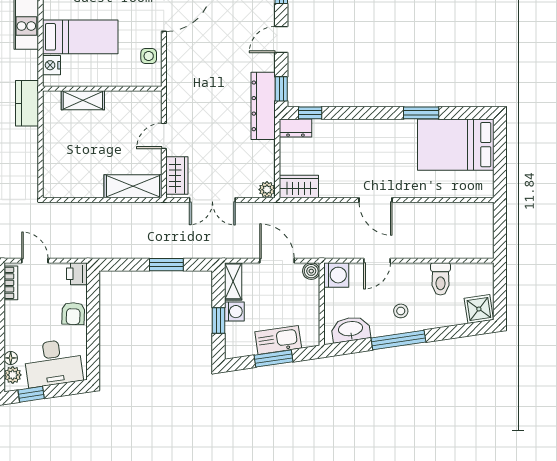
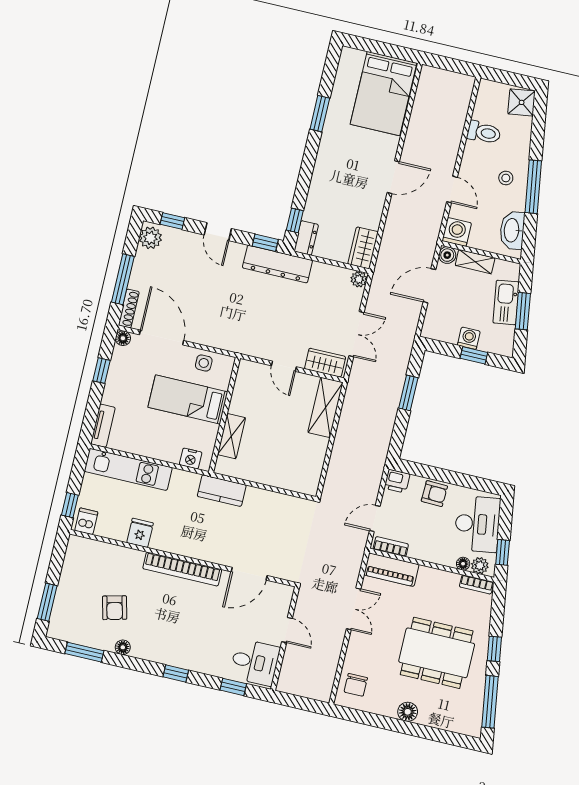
bed: (80, 37) -> (188, 400), moved, turned -90
bed: (456, 145) -> (383, 94), moved
shelving: (233, 281) -> (475, 262), moved

